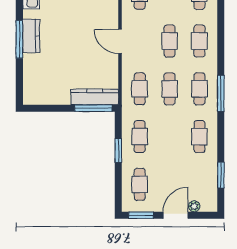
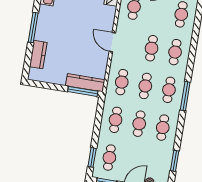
kitchen counter: (31, 36) -> (38, 55), moved
cafe table: (170, 137) -> (139, 124), added
window: (118, 150) -> (92, 157), moved

